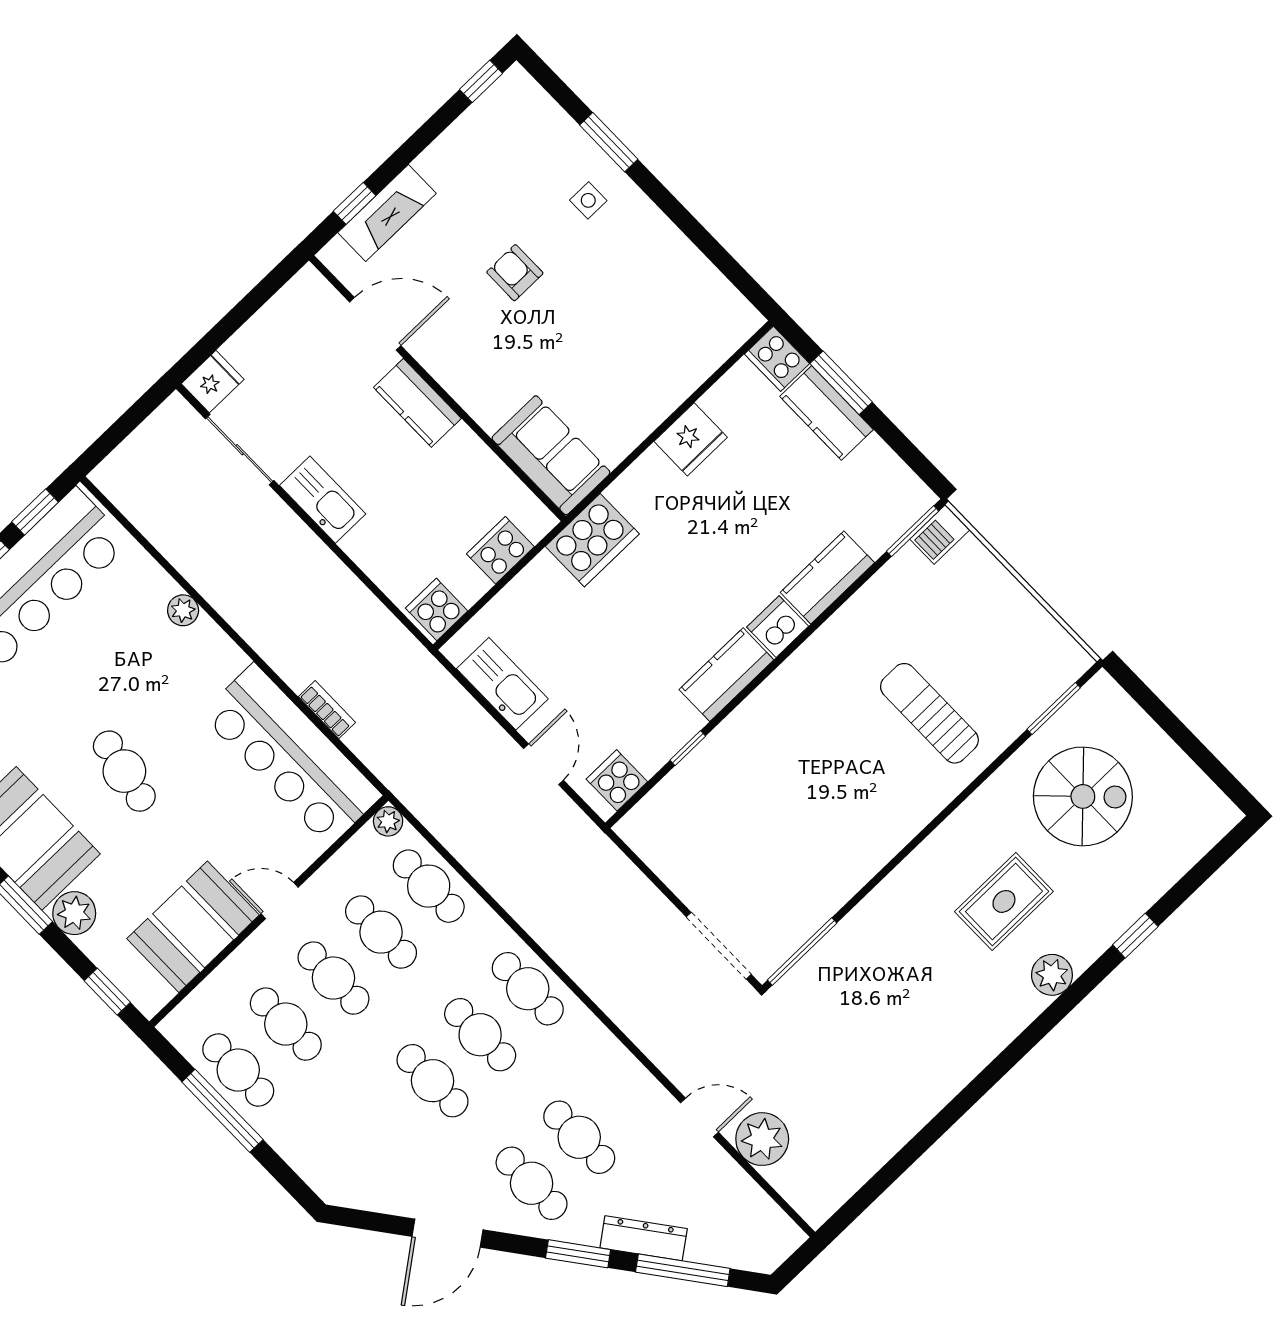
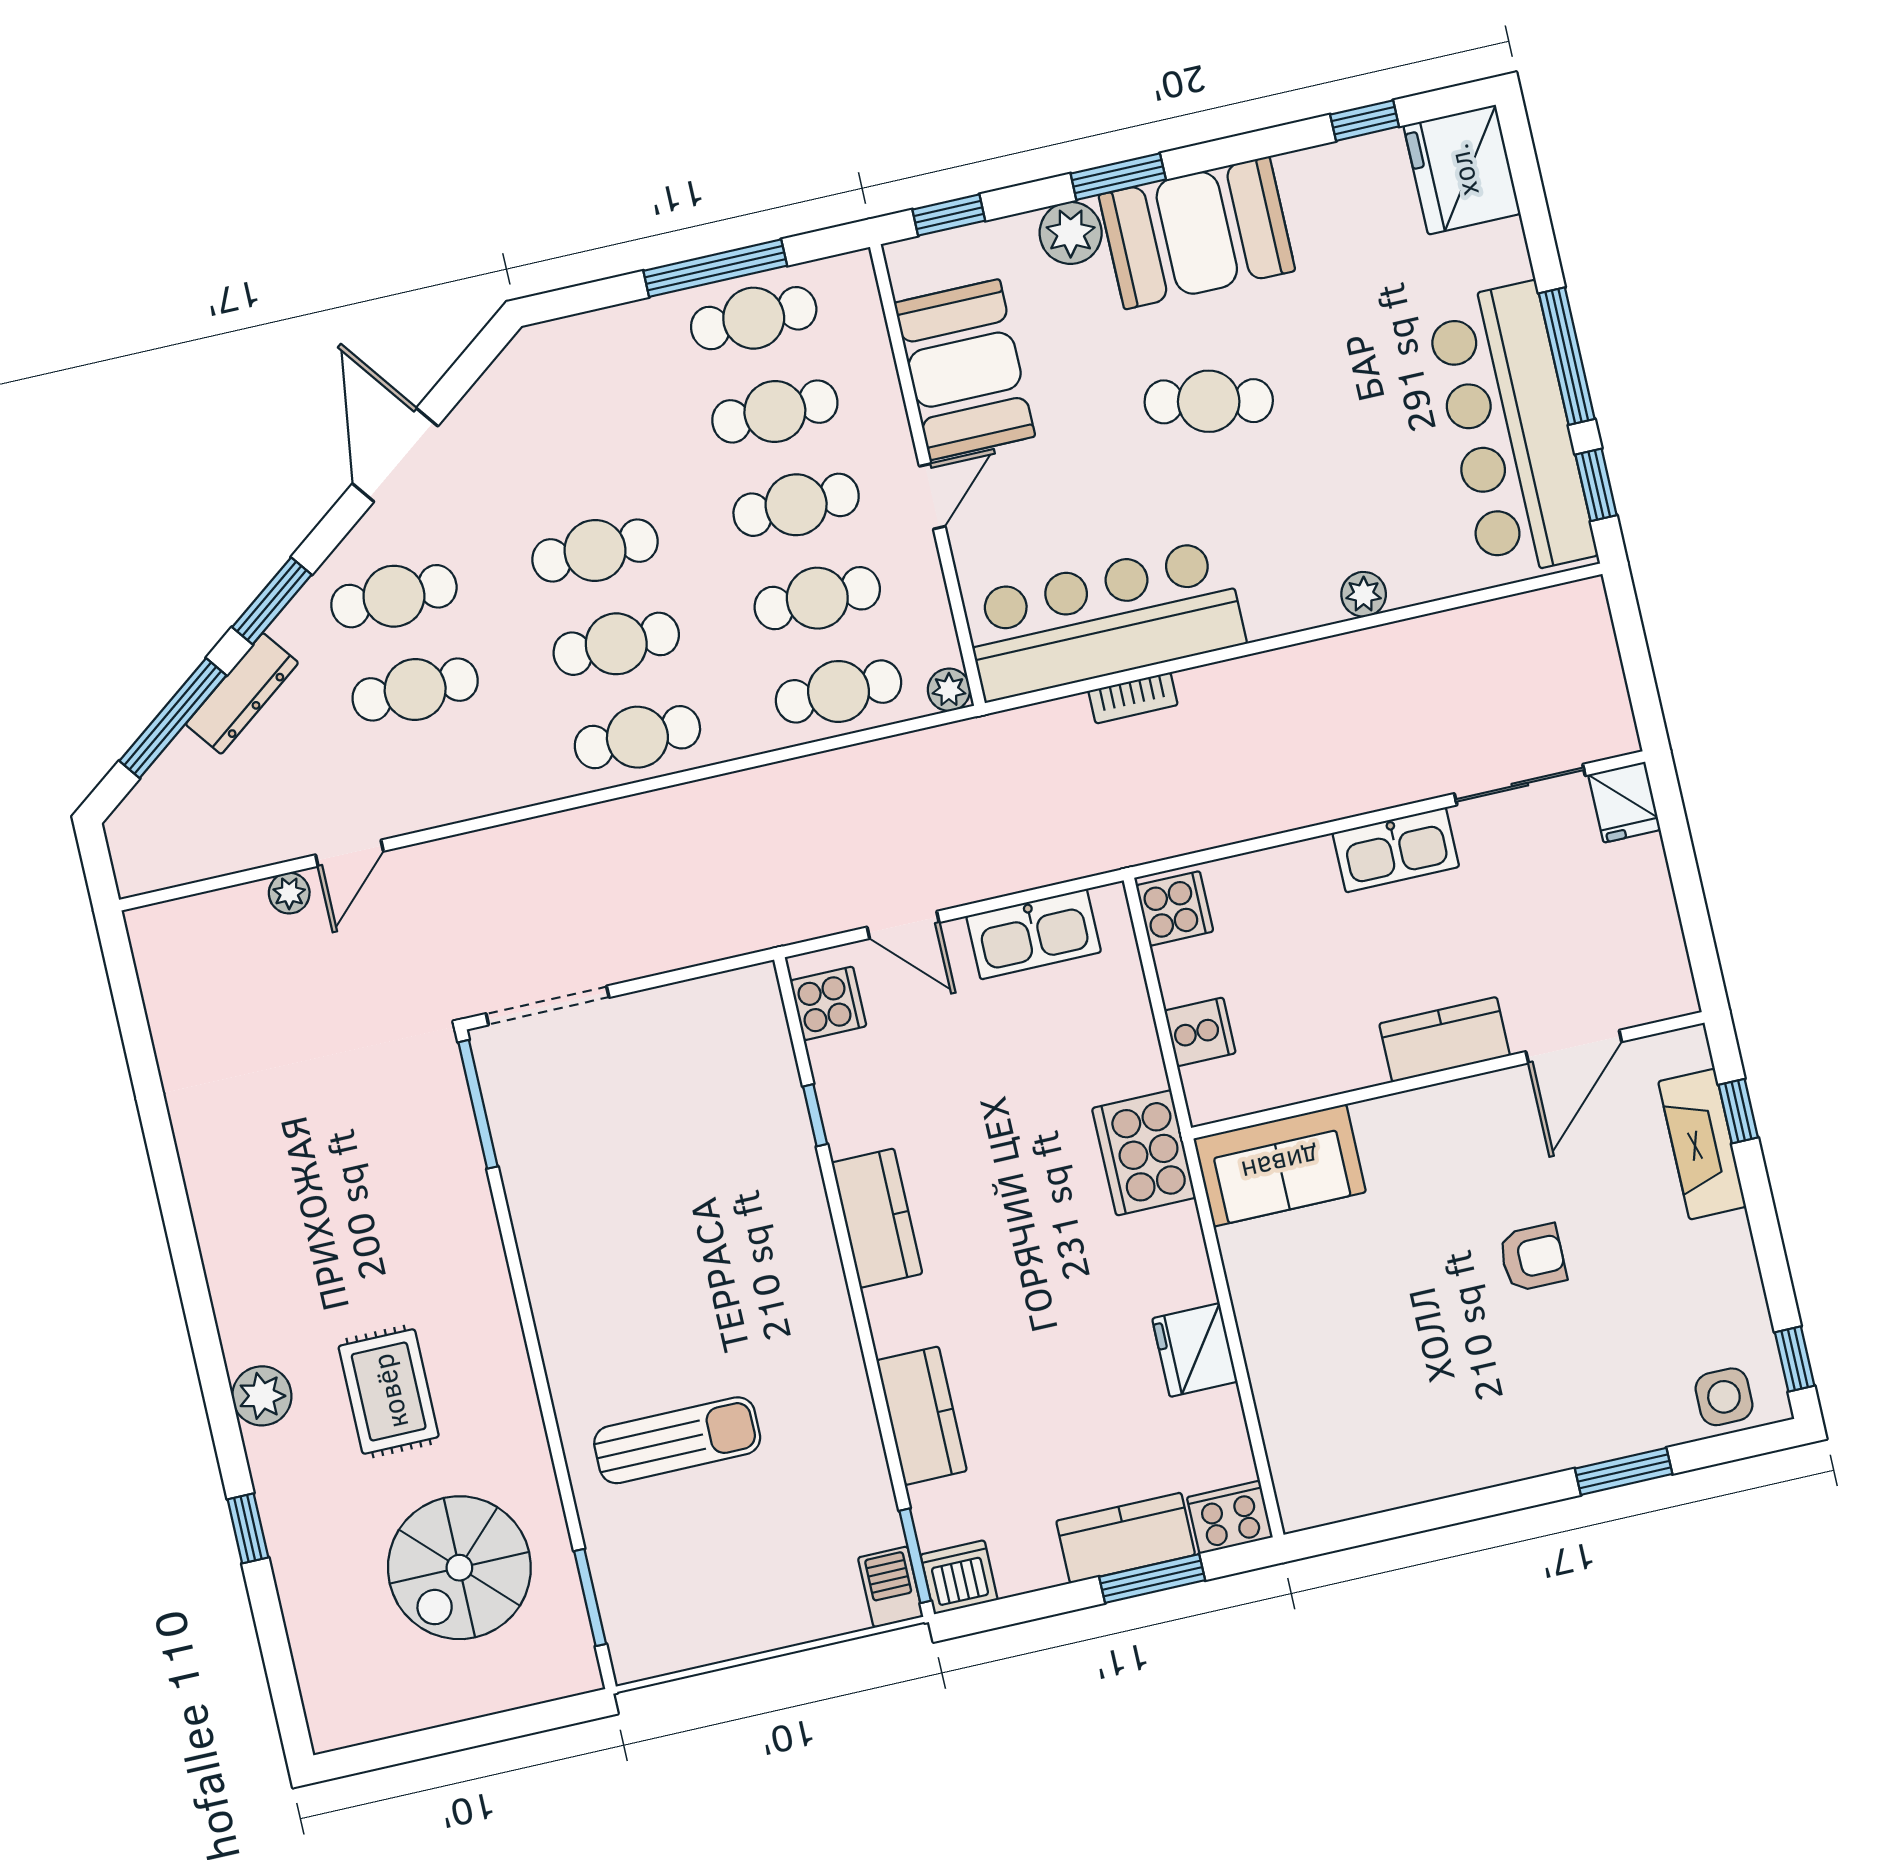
side table: (588, 200) -> (1724, 1397), moved, width x1.37, depth x1.37
cooker: (500, 550) -> (1200, 1032), width x0.73
dishwasher: (778, 627) -> (959, 1577), moved, turned -90
plant: (762, 1139) -> (289, 893), width x0.53, depth x0.53

